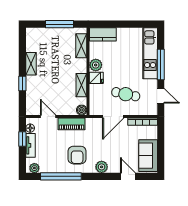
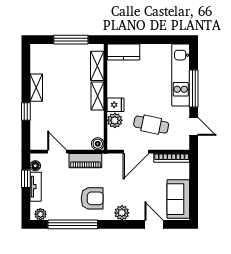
plant: (96, 65) -> (115, 120), moved
shelving: (81, 85) -> (97, 96), moved
armchair: (77, 155) -> (92, 198), turned -90

